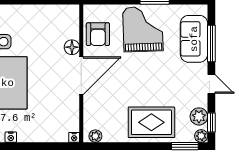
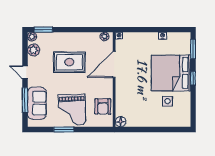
armchair: (98, 34) -> (103, 106), turned 180
floor lamp: (72, 47) -> (121, 122), moved
door: (81, 76) -> (114, 64), moved
rug: (151, 122) -> (69, 62), moved
window: (211, 122) -> (25, 46), removed

